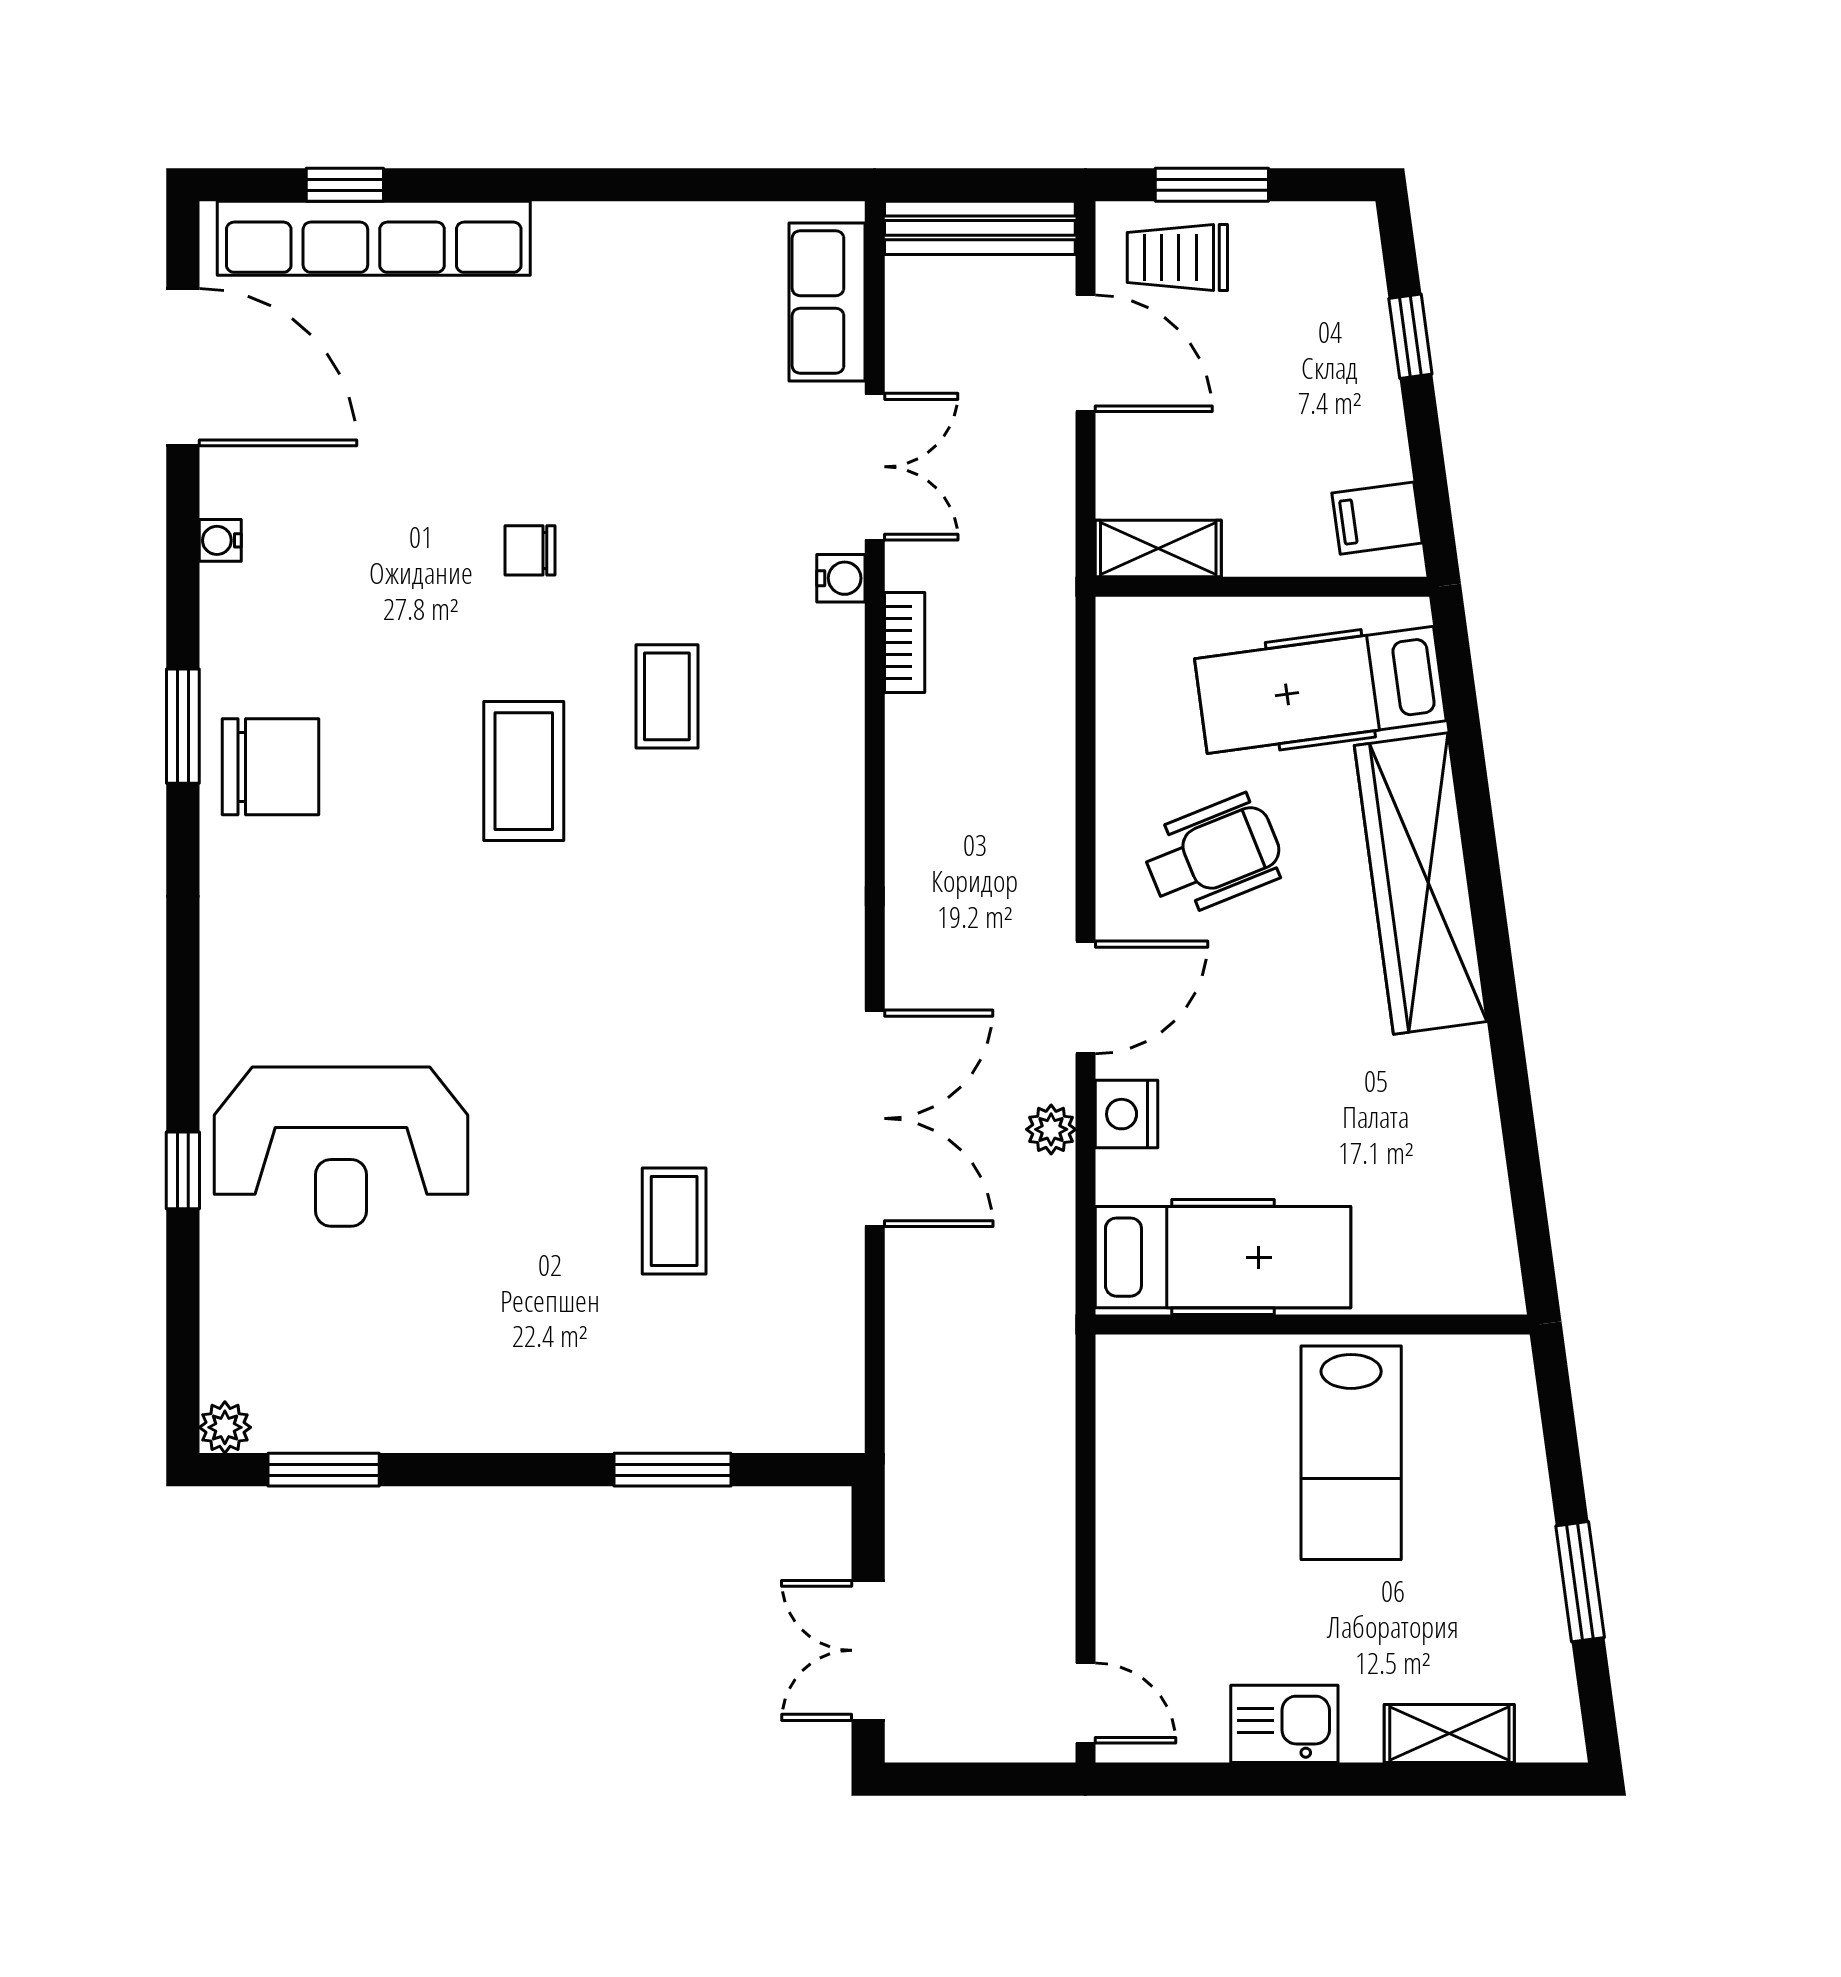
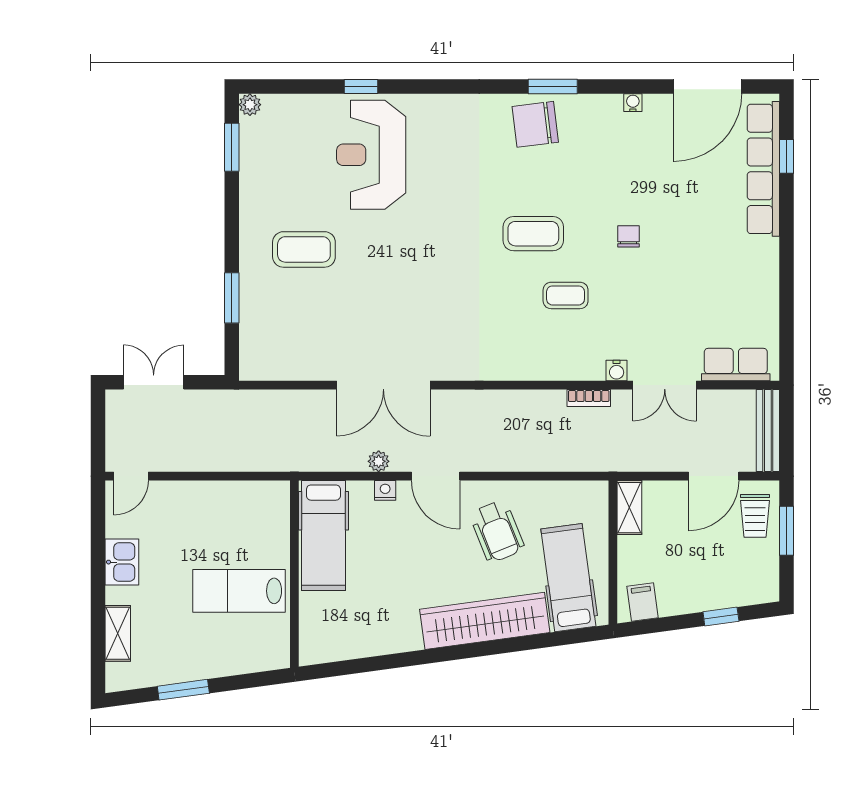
trolley: (1177, 258) -> (755, 516), turned 180
chair: (271, 767) -> (535, 124), turned 83
nightstand: (1126, 1114) -> (385, 490), width x0.72, depth x0.74
coffee table: (674, 1221) -> (304, 249), moved, width x1.36, depth x1.30

